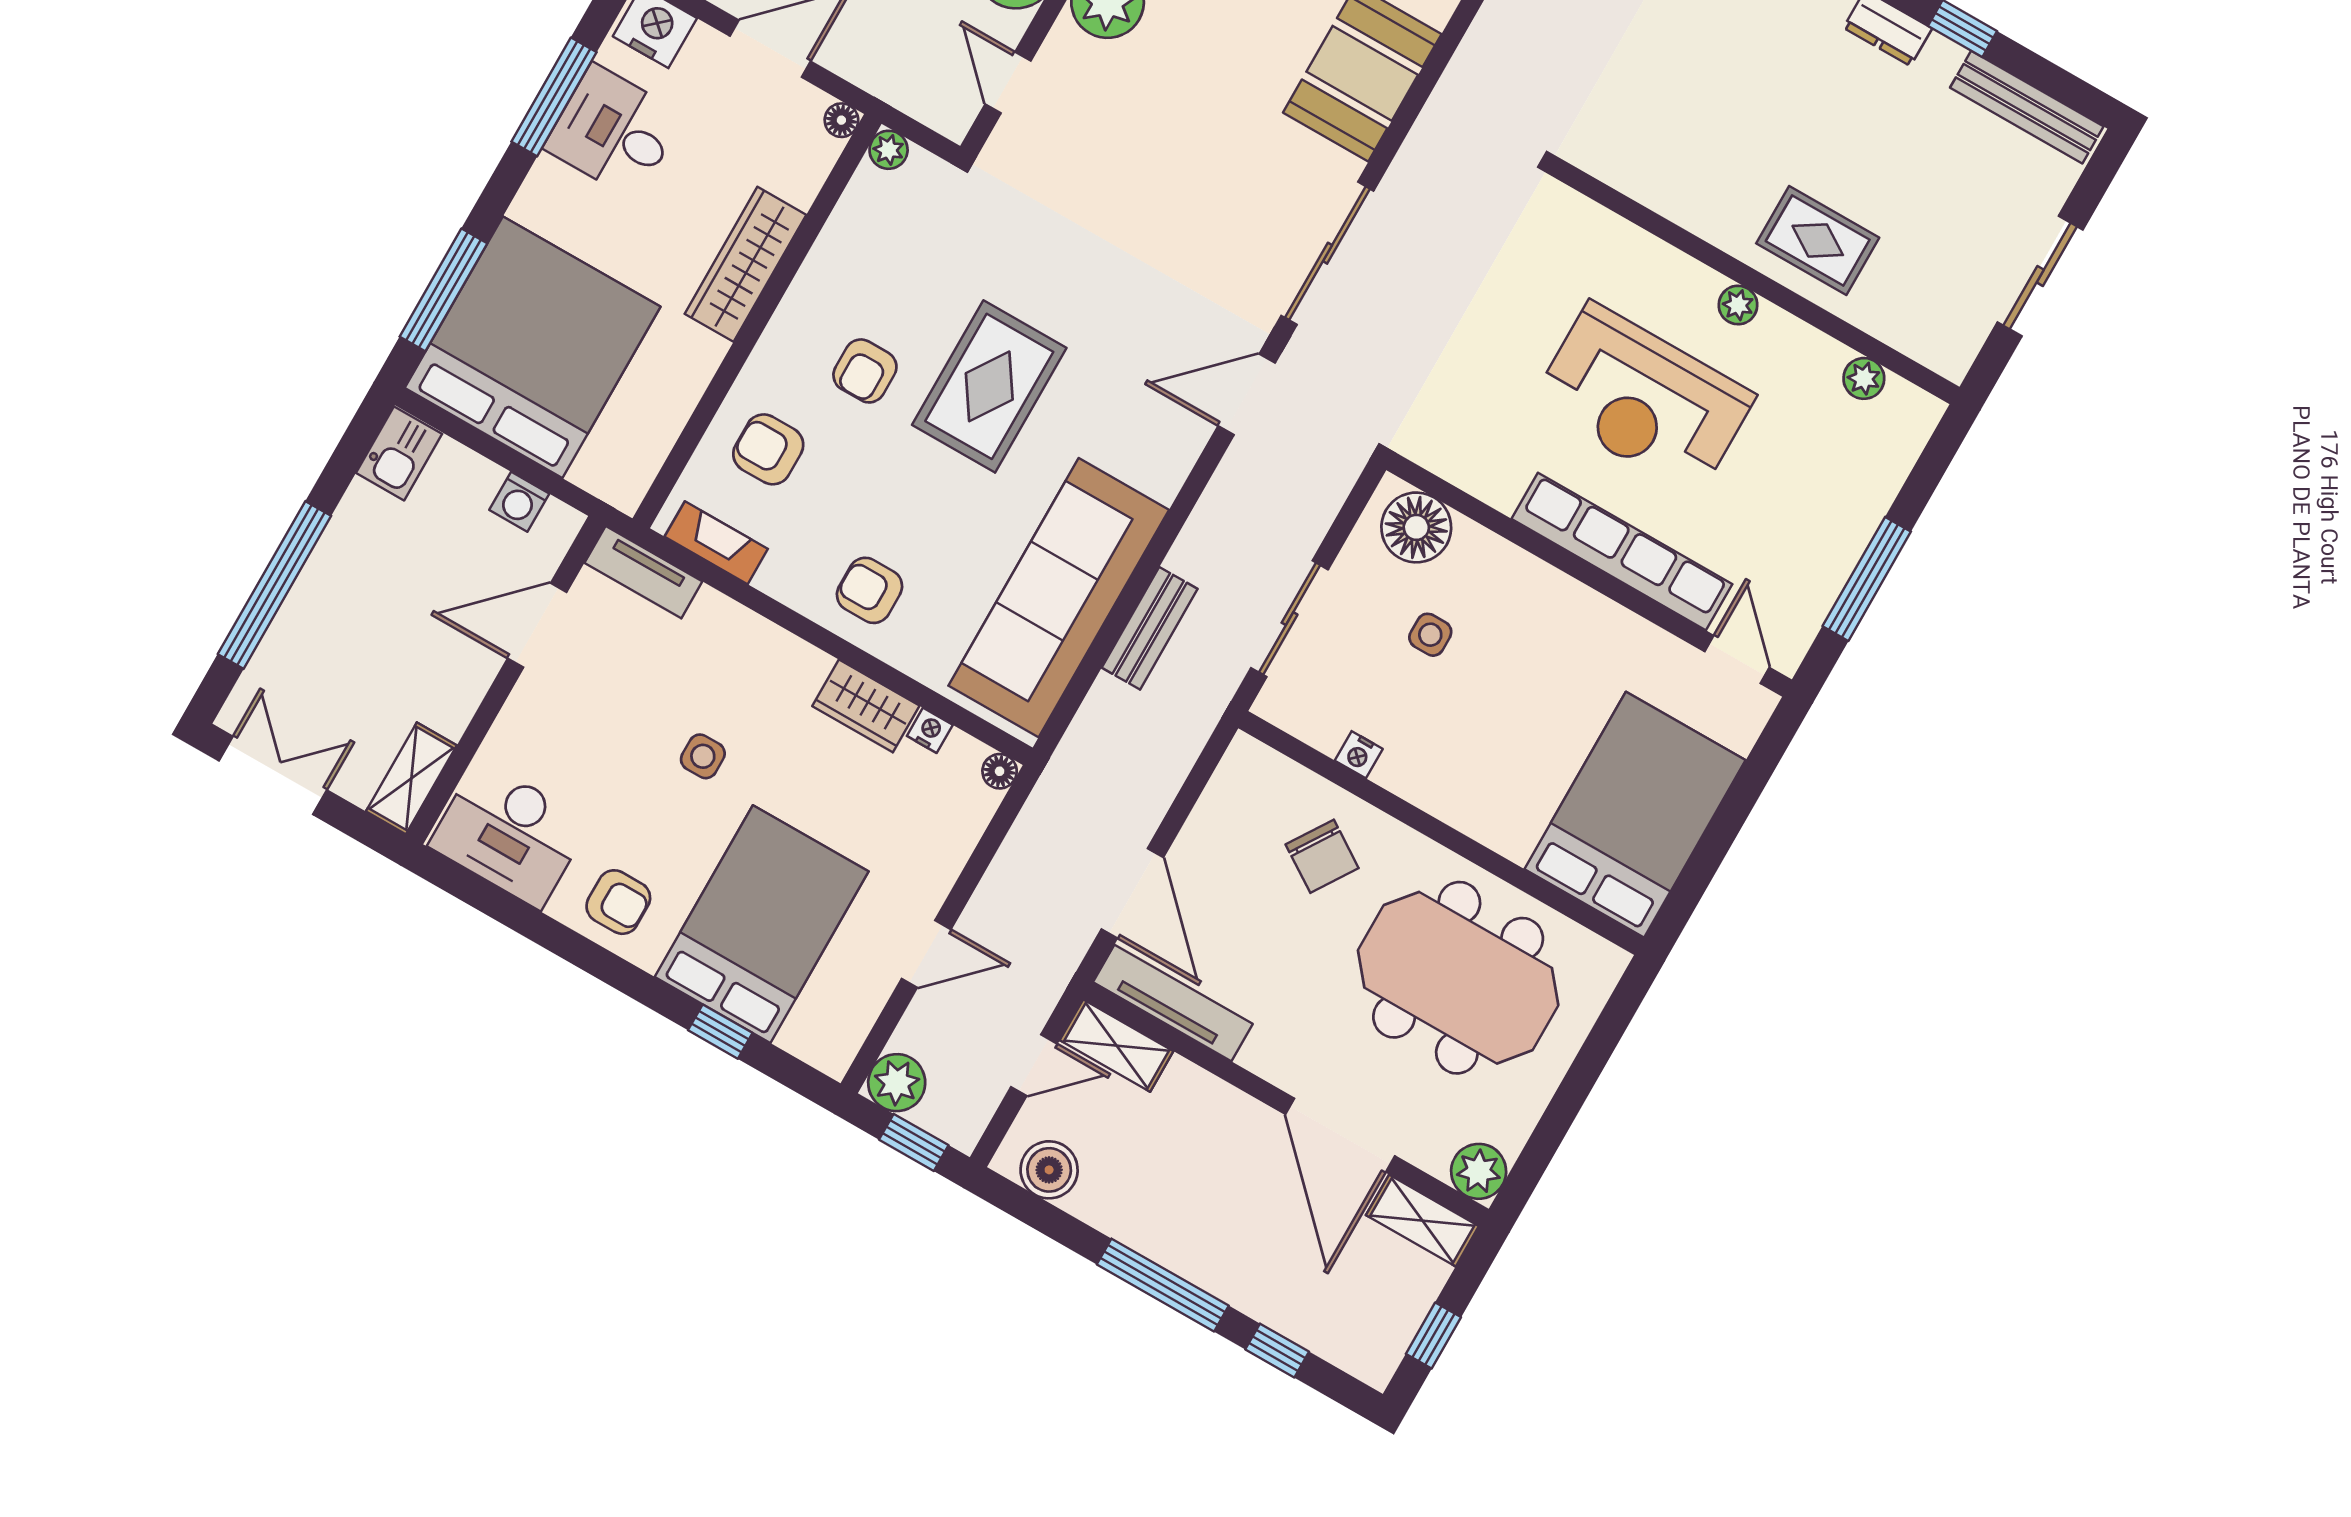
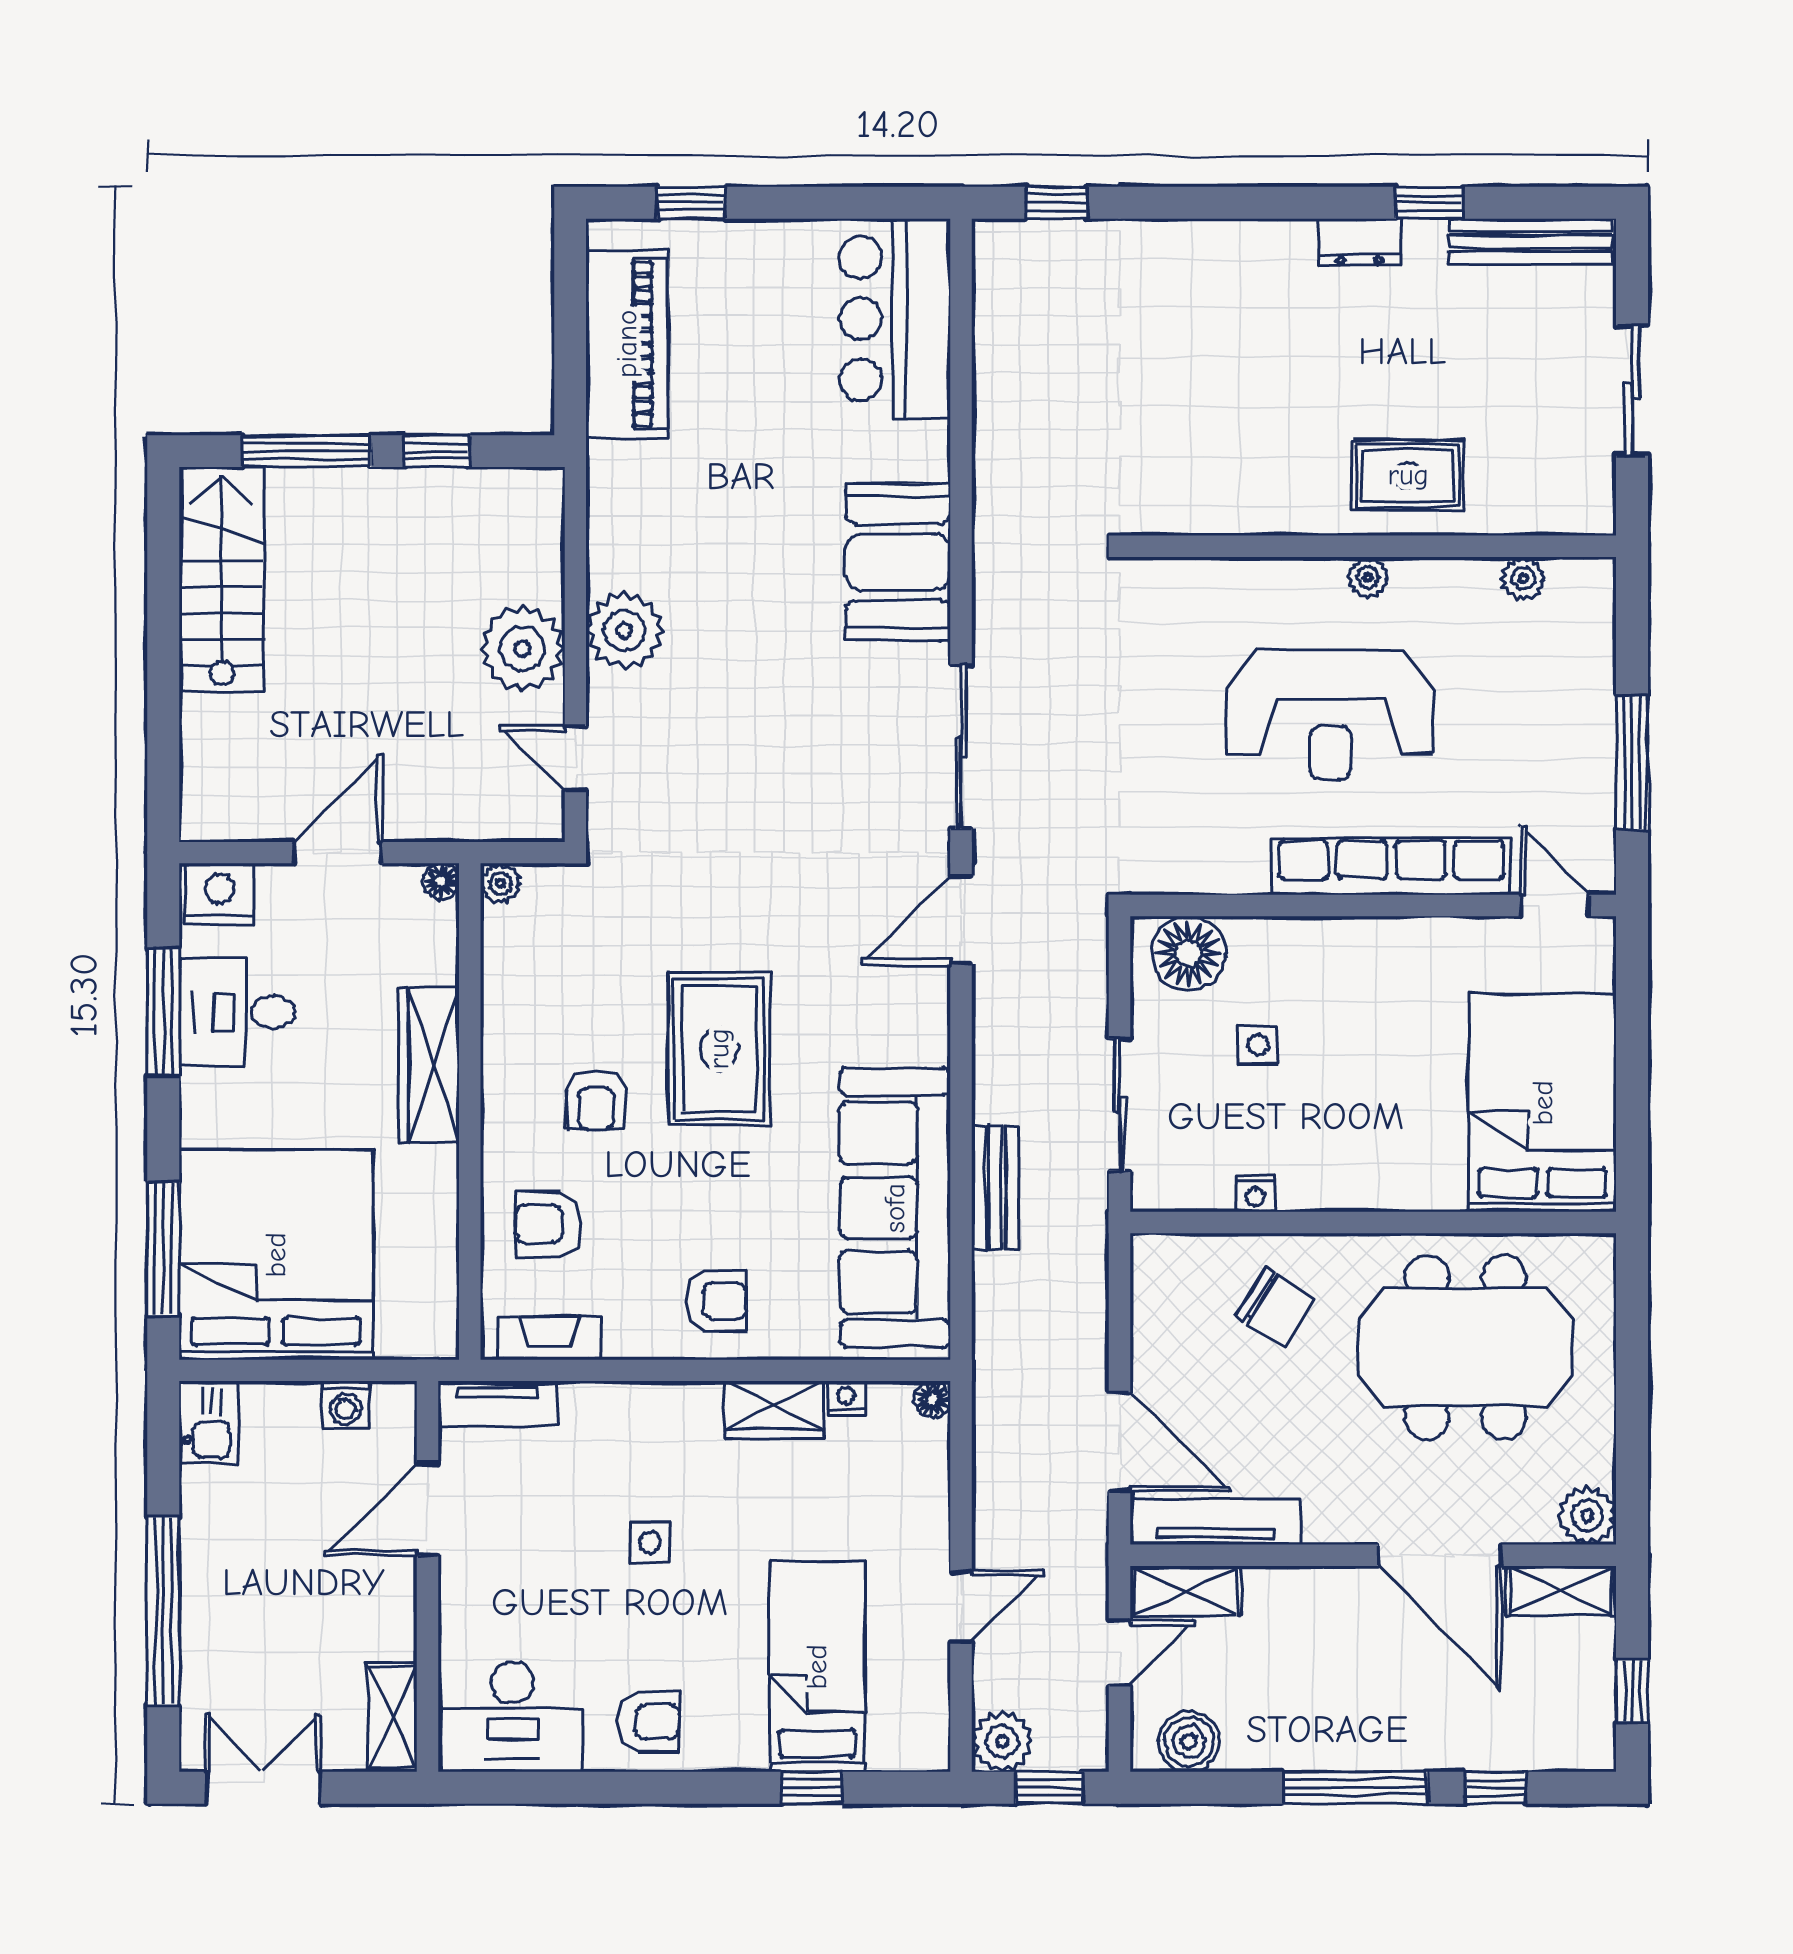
armchair: (870, 590) -> (716, 1301), turned 180
bed: (762, 924) -> (817, 1667), width x0.67

